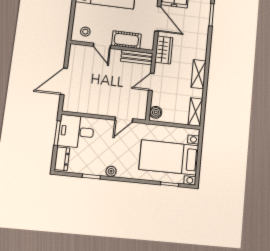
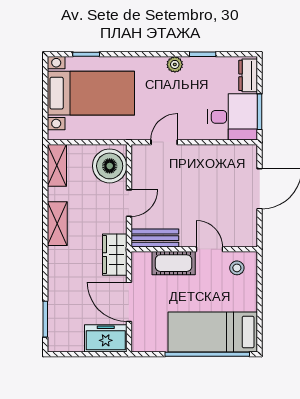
boiler: (156, 112) -> (110, 166), width x1.86, depth x1.86

